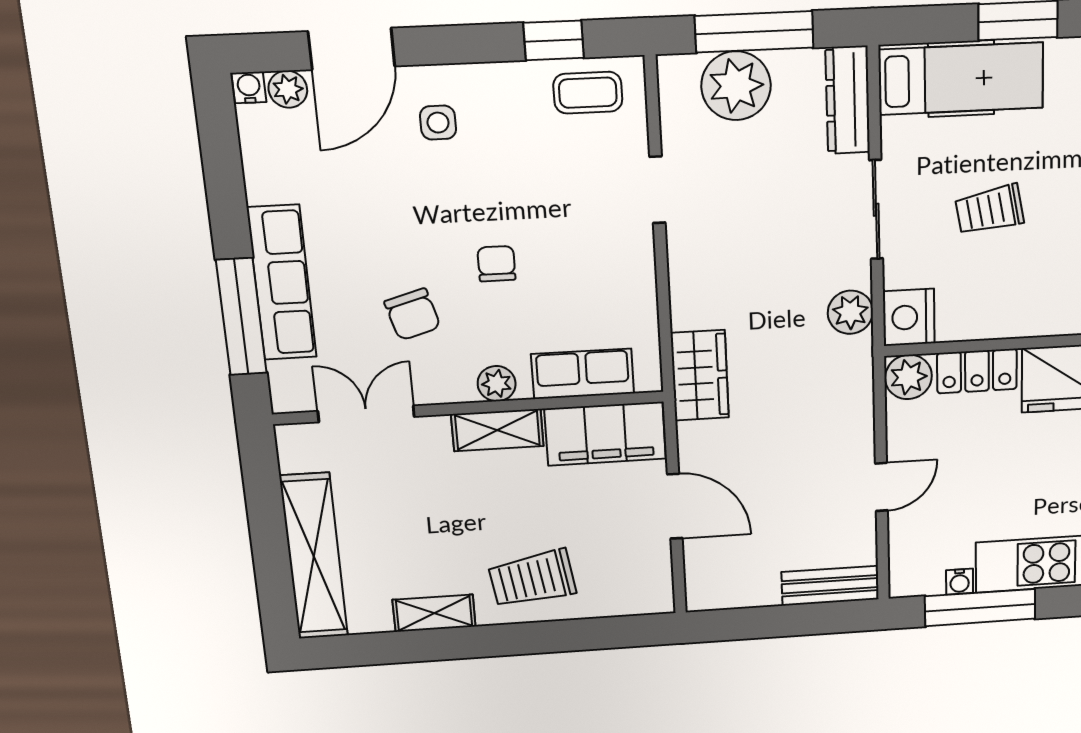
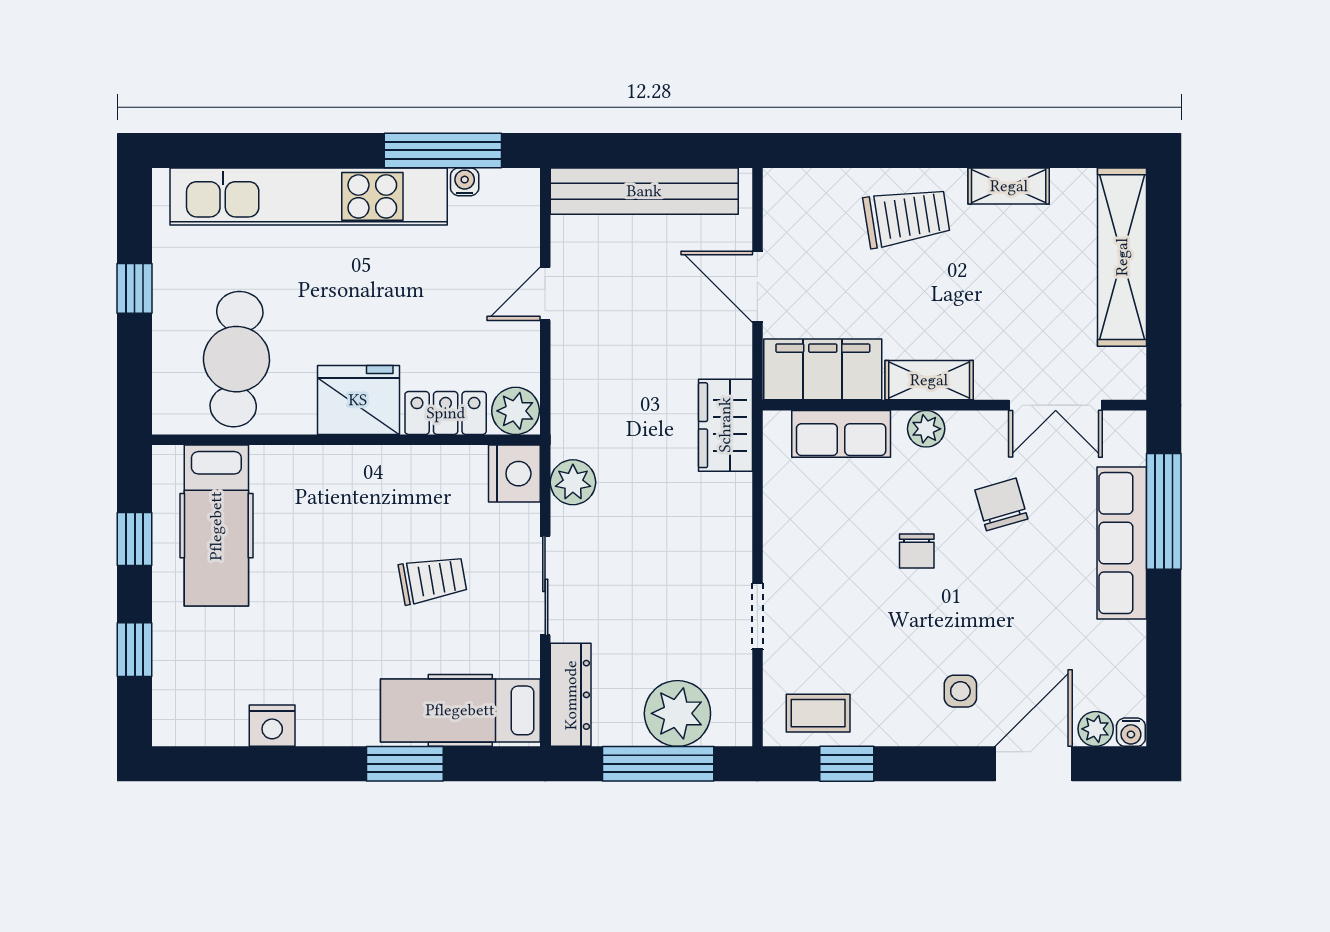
bench: (830, 586) -> (644, 191), width x1.86, depth x1.21

